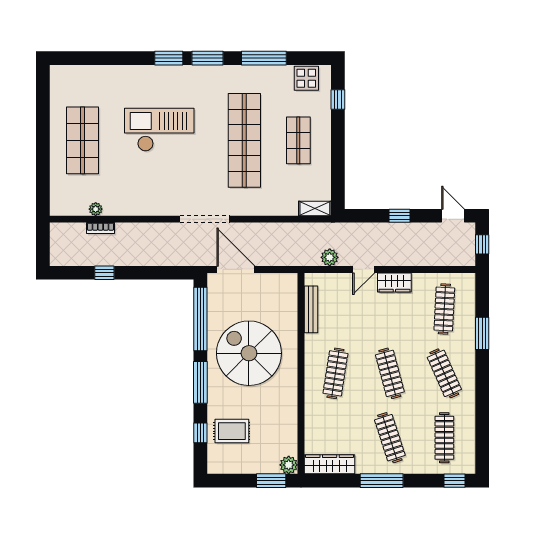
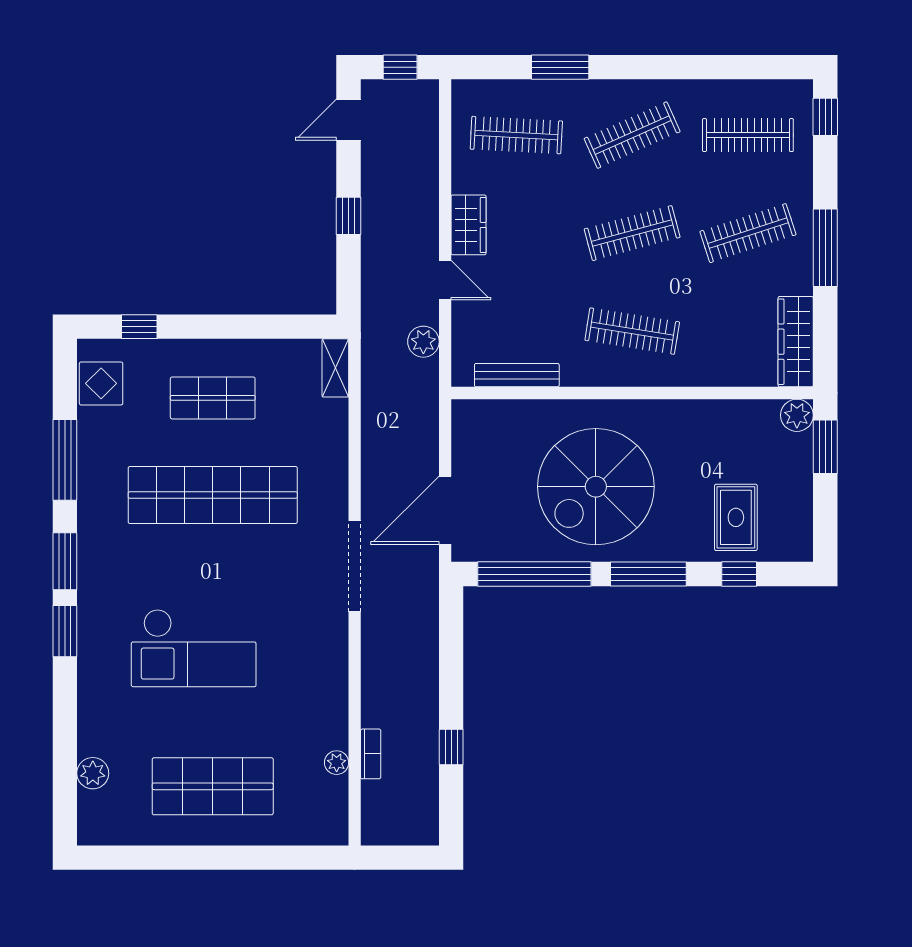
plant: (90, 74) -> (93, 773), added
checkout: (159, 130) -> (194, 648), turned -90

